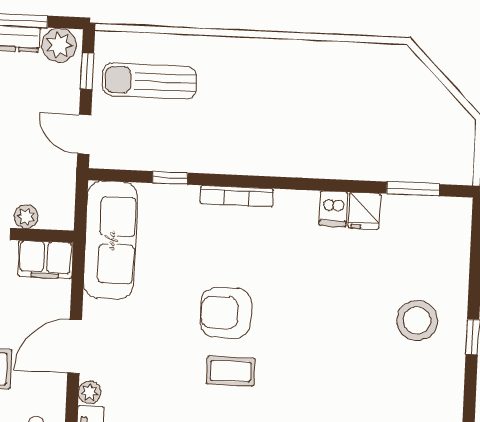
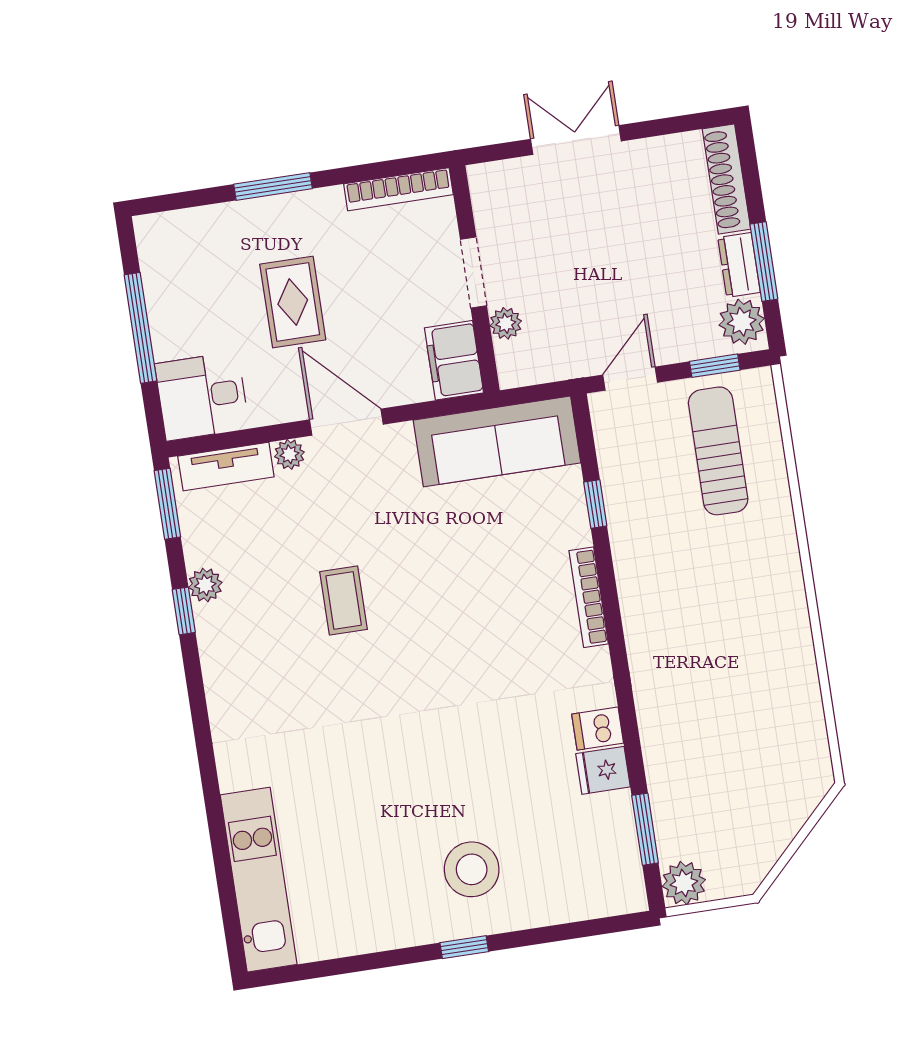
plant: (458, 169) -> (684, 883), added
armchair: (226, 313) -> (431, 614), removed
coffee table: (231, 371) -> (344, 601), moved

